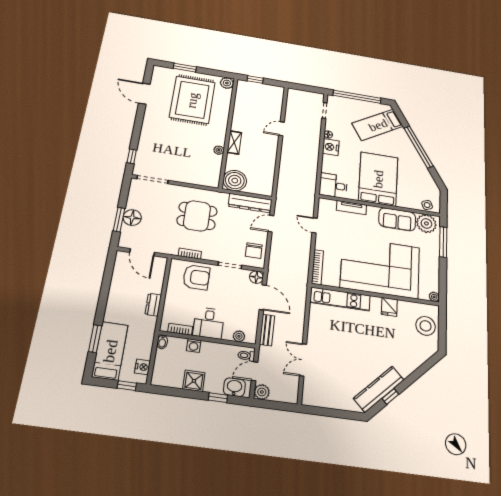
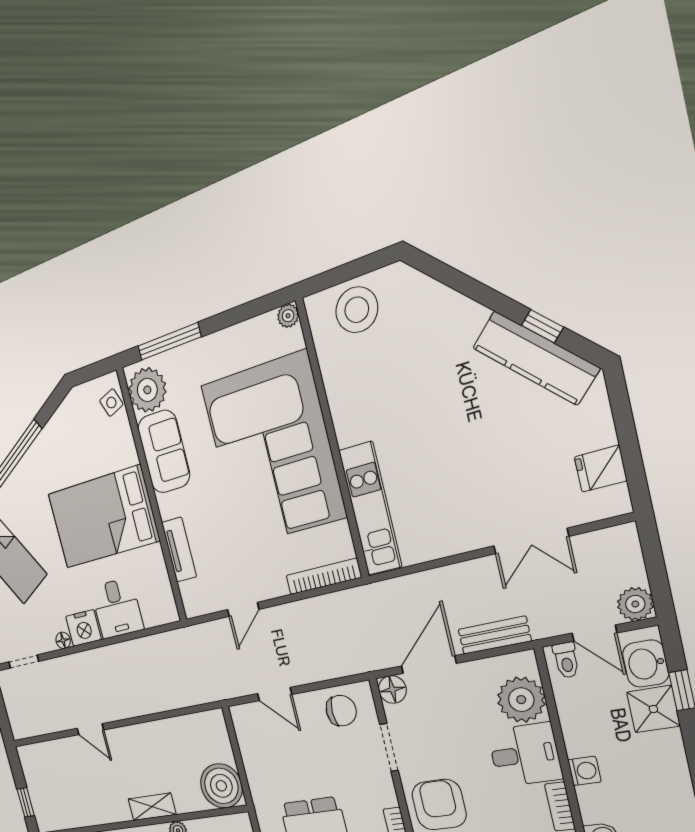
desk: (333, 185) -> (117, 608), moved
dresser: (250, 203) -> (252, 745), removed
fridge: (389, 307) -> (601, 469), moved, turned 180
plant: (239, 336) -> (521, 700), width x1.88, depth x1.88
shower: (194, 381) -> (653, 709), moved

